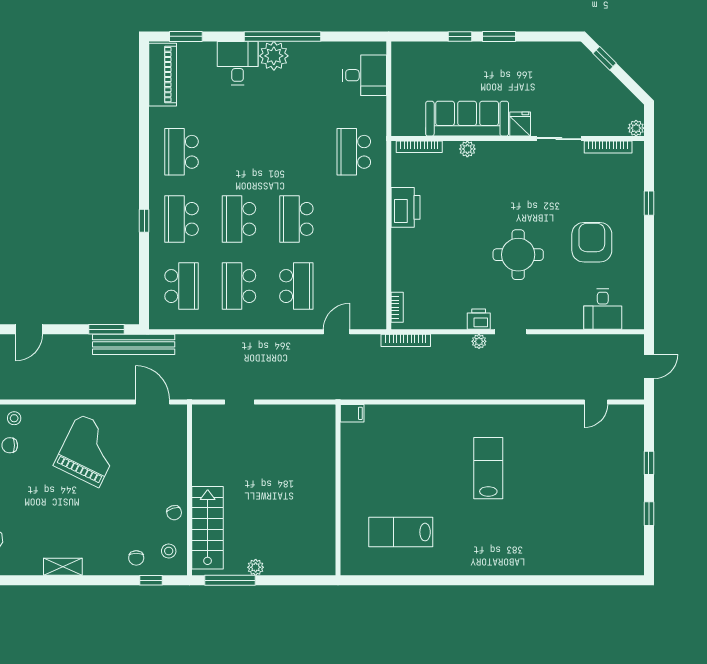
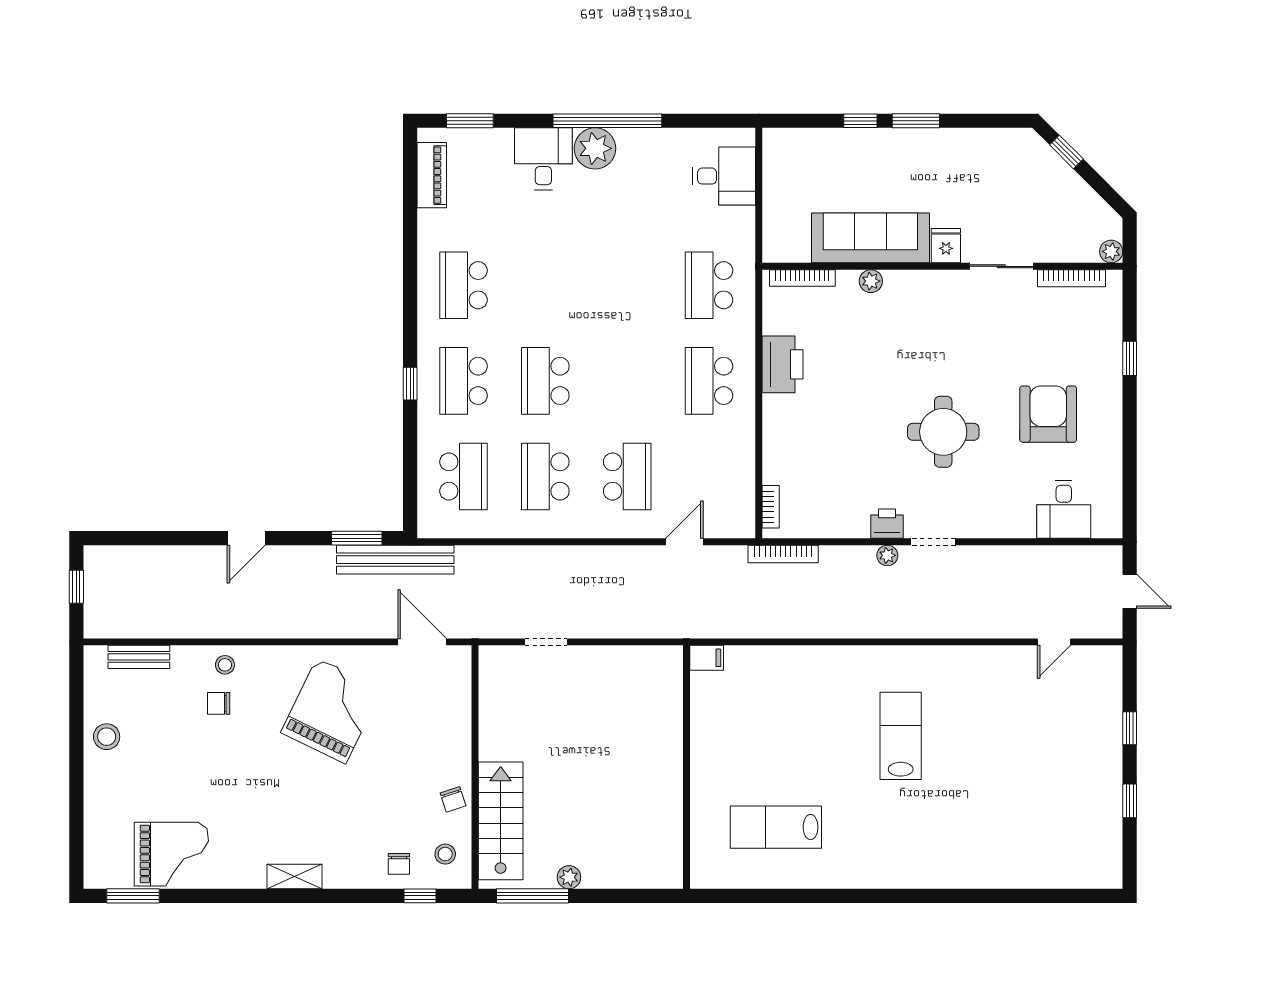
piano: (163, 75) -> (432, 175), width x0.73, depth x0.75
school desk: (296, 219) -> (709, 381), moved
door: (649, 367) -> (1130, 591), hinge flipped

